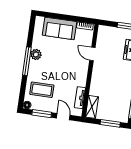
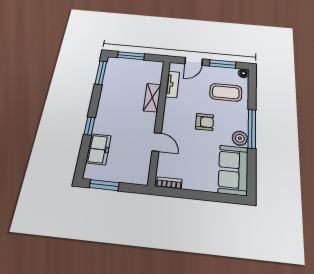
sofa: (60, 28) -> (233, 170), moved, turned -90
armchair: (59, 67) -> (205, 122), added
shelving: (92, 107) -> (152, 98), moved
door: (63, 117) -> (194, 61), hinge flipped

